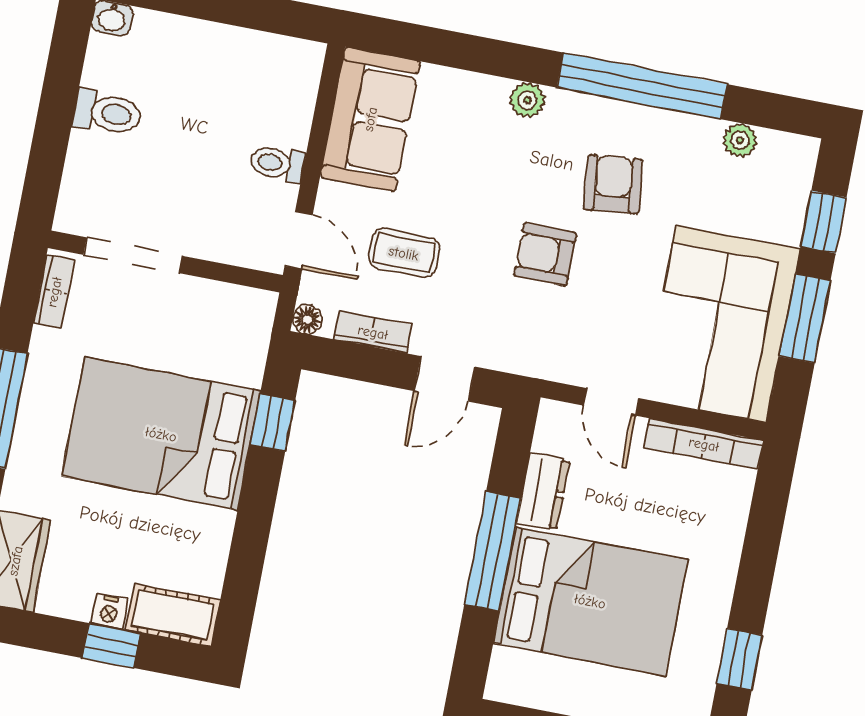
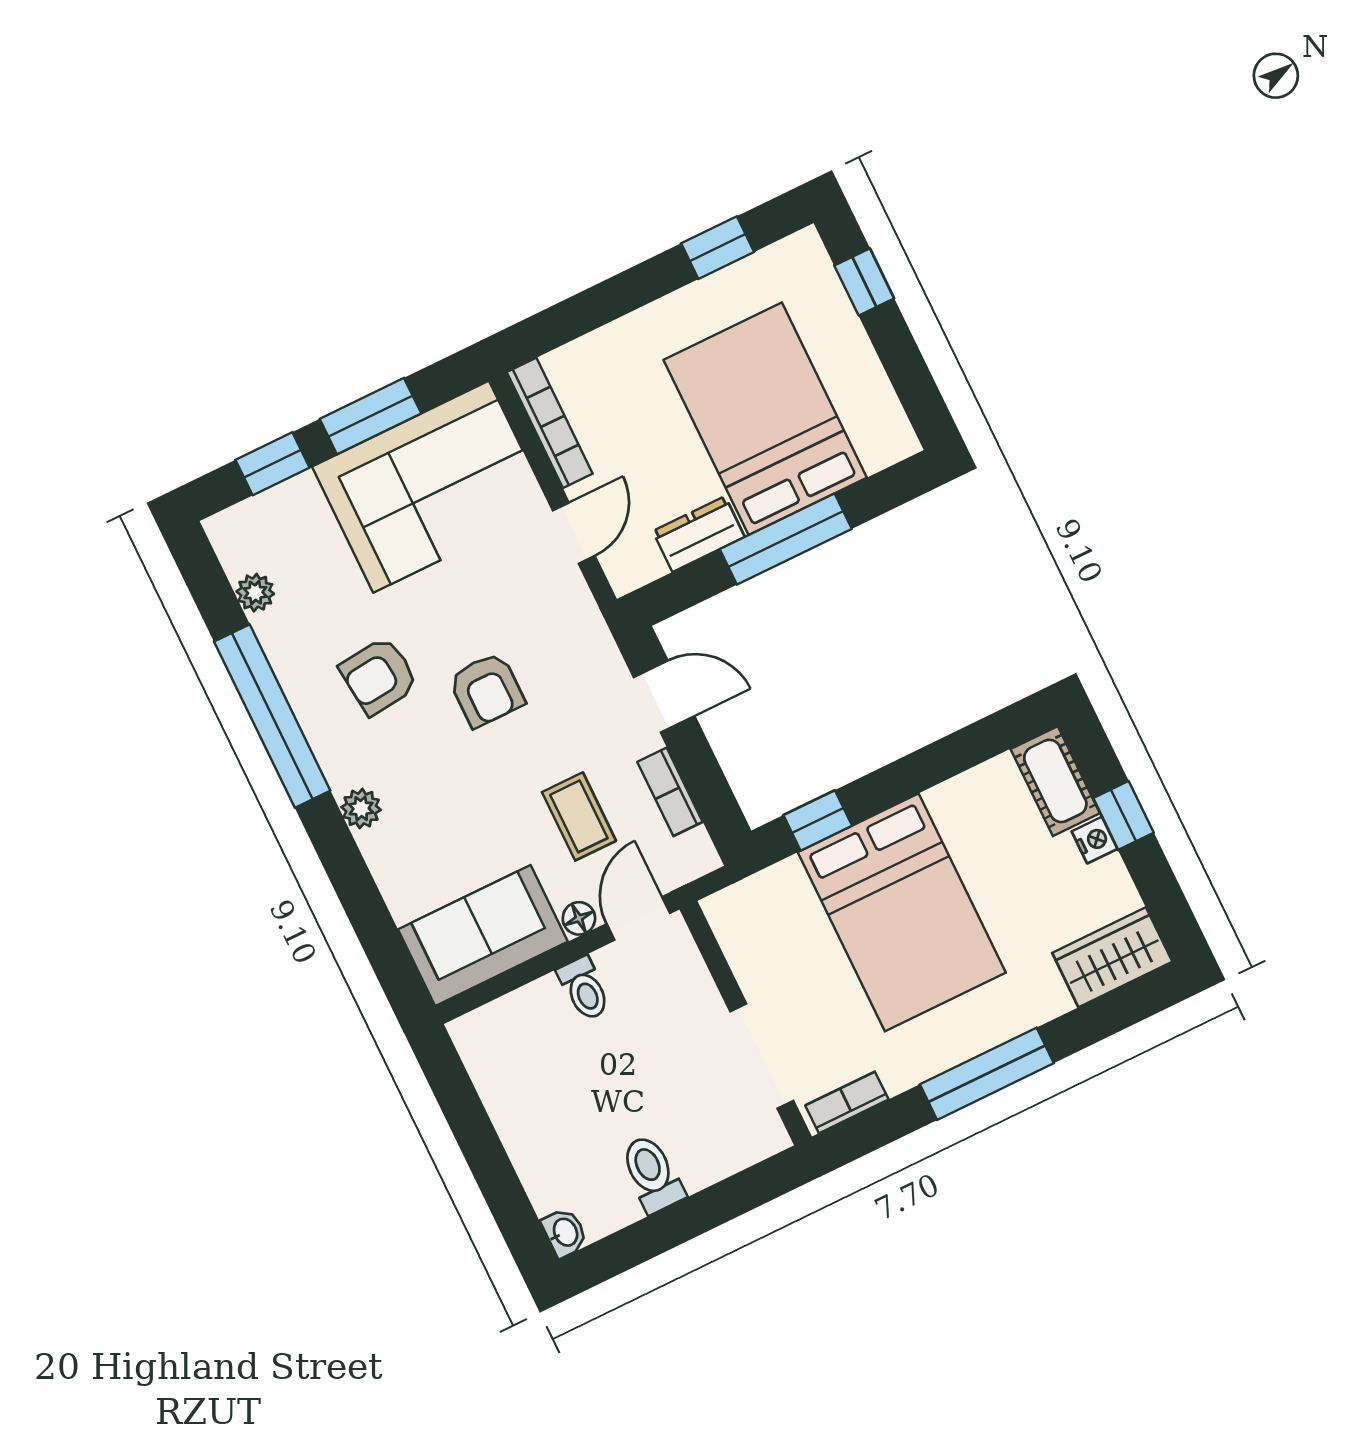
floor lamp: (307, 319) -> (579, 918), moved

